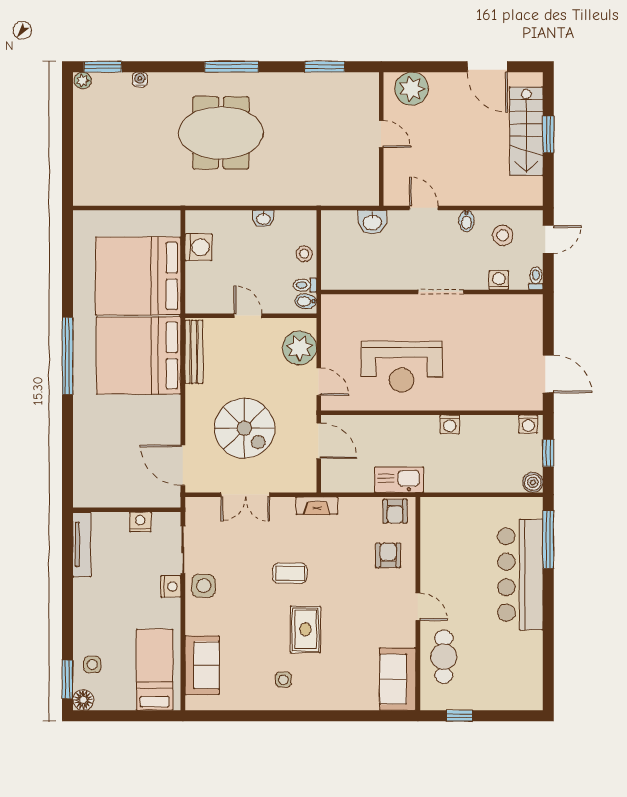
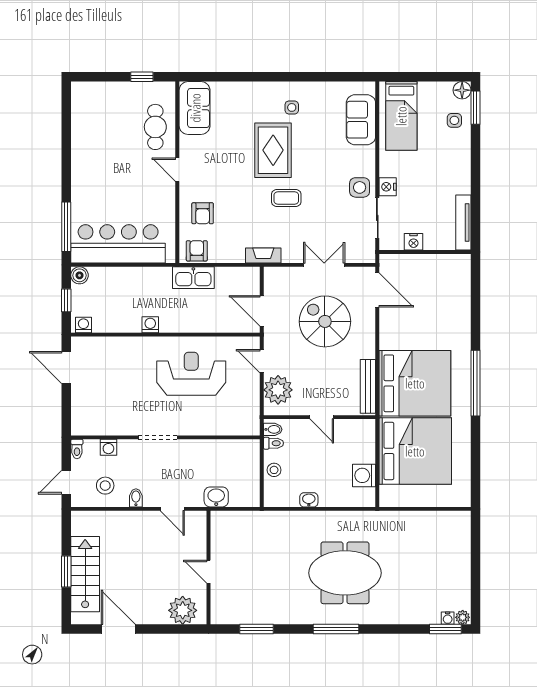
water cooler: (140, 79) -> (448, 618), moved
bar counter: (520, 575) -> (118, 244), moved, turned -90
rug: (305, 629) -> (273, 150), width x1.36, depth x1.43

